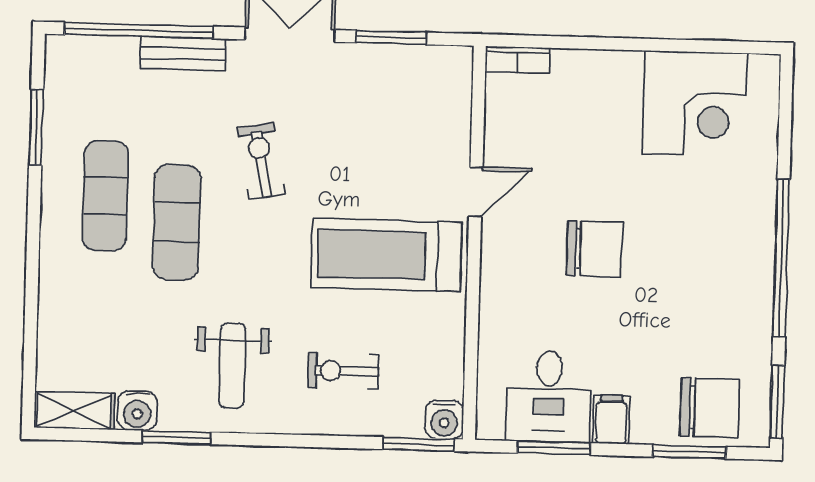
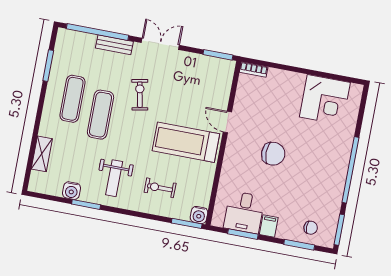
window: (391, 37) -> (218, 55), moved
door: (476, 192) -> (227, 122), swing flipped
chair: (710, 408) -> (311, 228), width x0.54, depth x0.54
shelving: (74, 411) -> (42, 154), moved, turned 90

